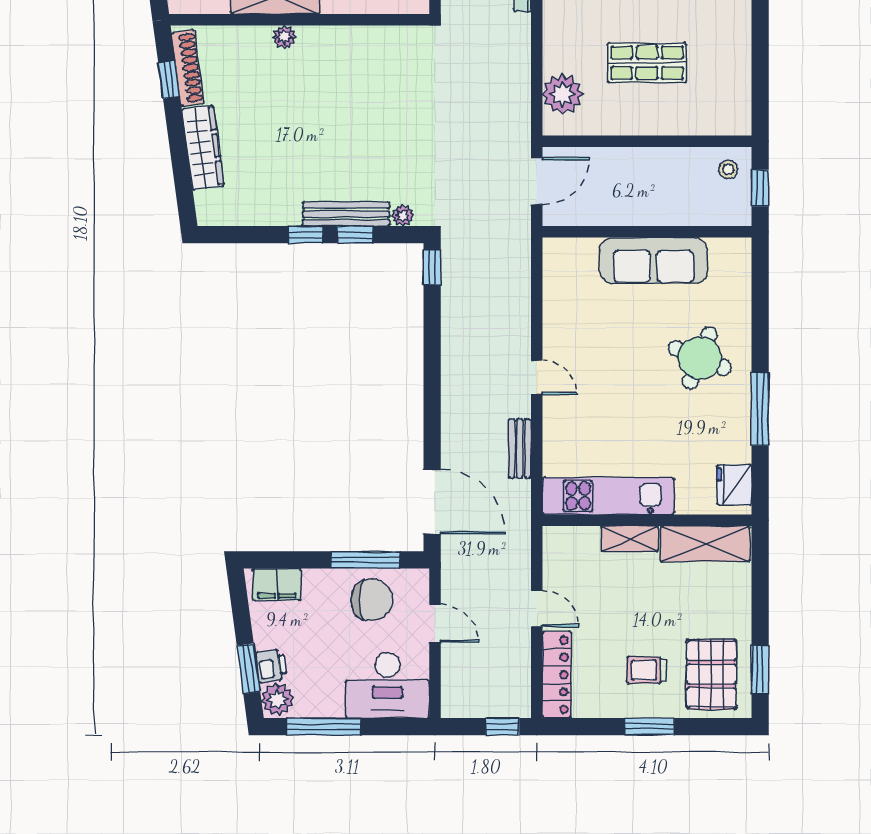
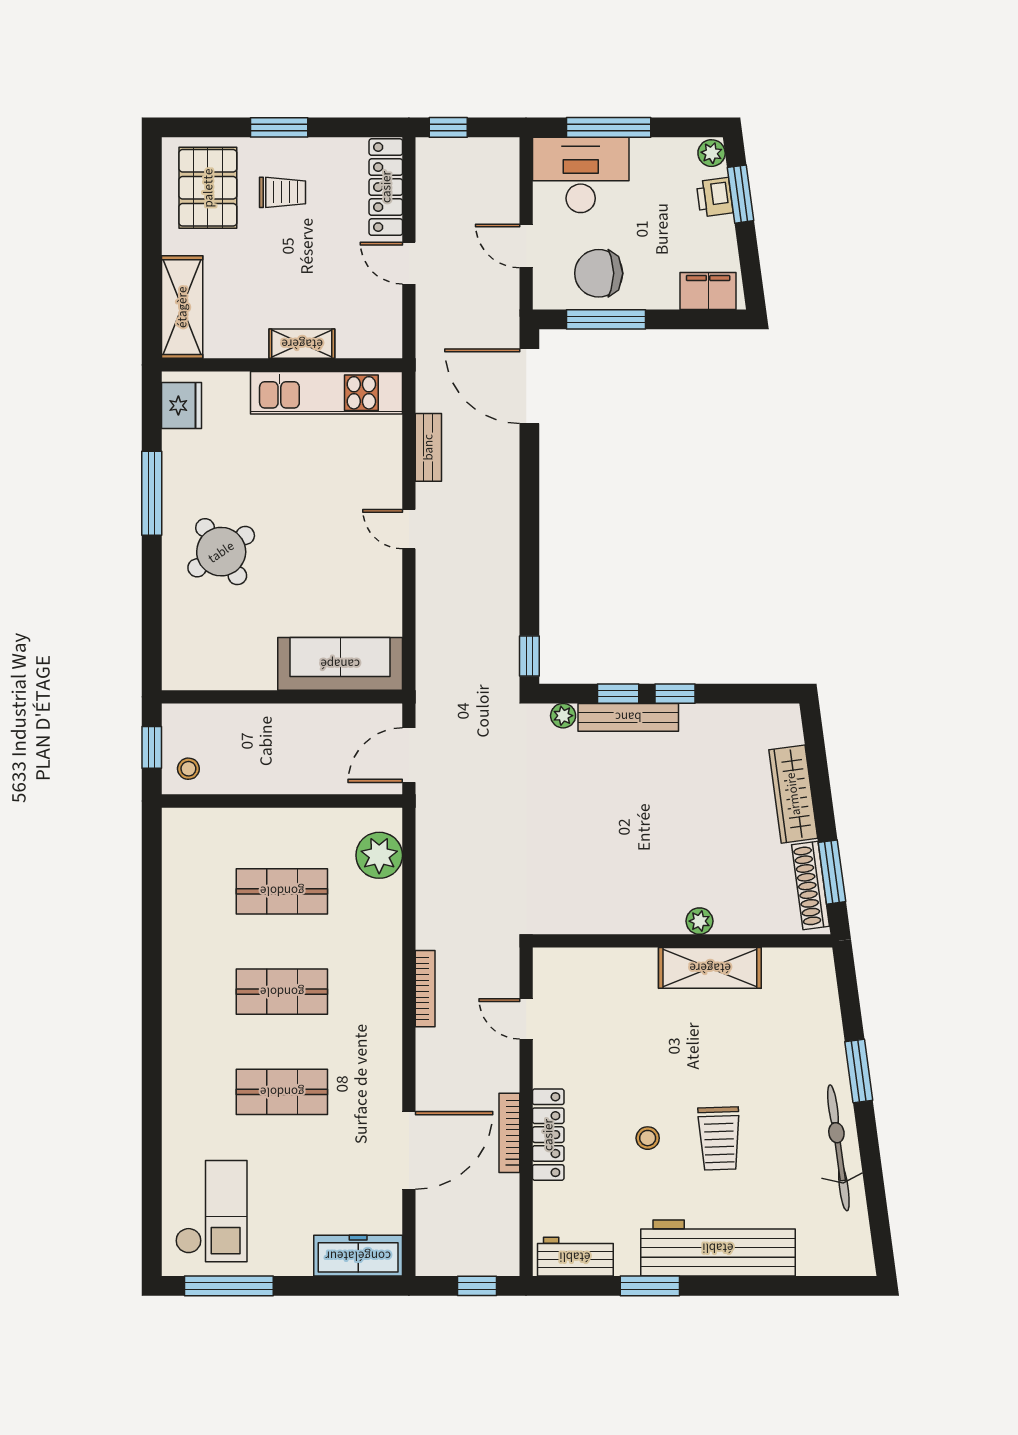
window: (169, 80) -> (832, 872), width x1.50
sofa: (654, 260) -> (340, 664), moved
round table: (700, 358) -> (221, 552), turned 34
shelving: (705, 544) -> (182, 307), moved, turned 90
window: (760, 670) -> (152, 193), removed
plant: (278, 699) -> (712, 153), width x0.73, depth x0.73
window: (324, 727) -> (609, 127), moved

